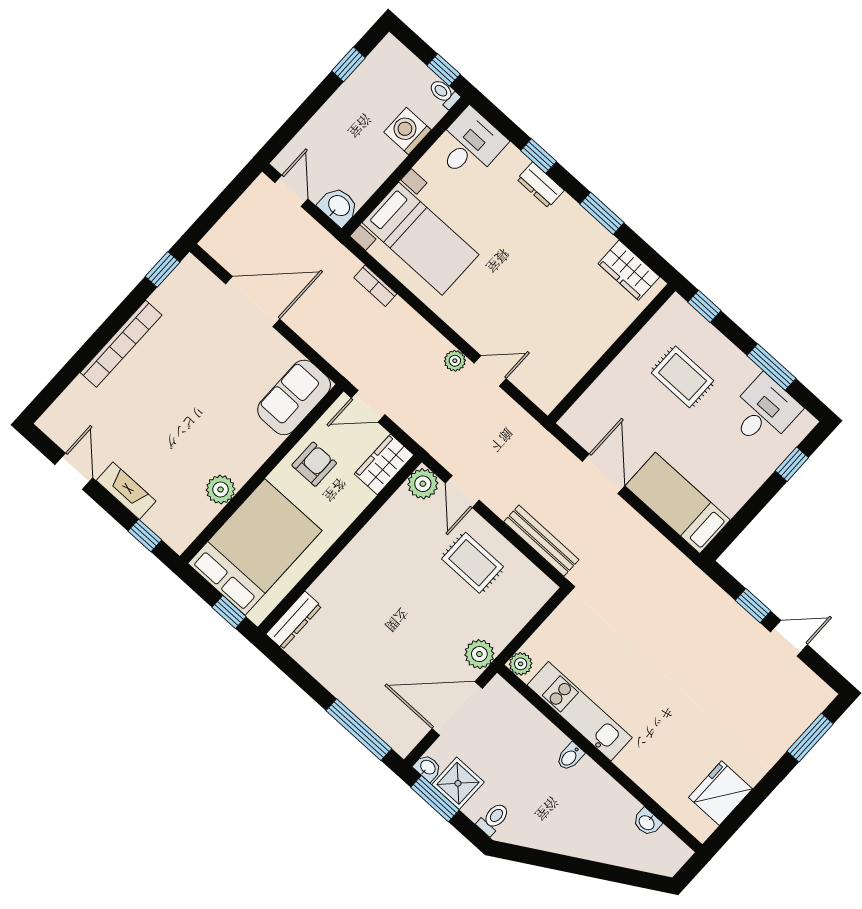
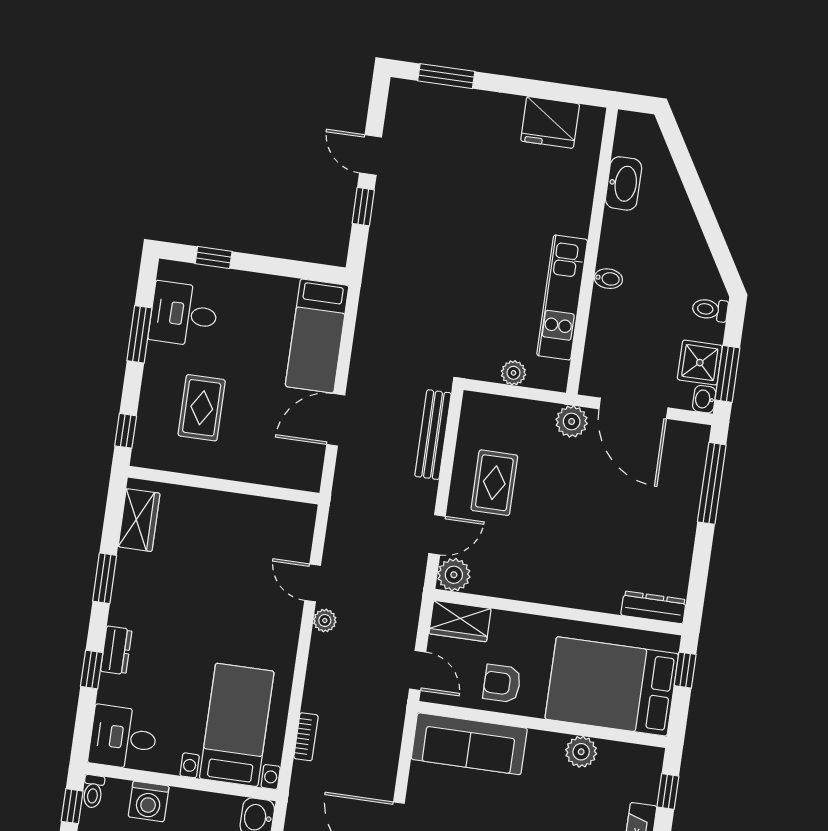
sofa: (294, 397) -> (469, 744), width x1.36
plant: (521, 664) -> (513, 373), moved
washbasin: (647, 822) -> (624, 183), width x1.91, depth x1.45

